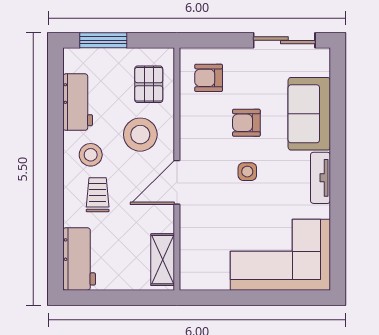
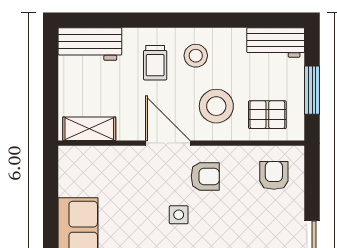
window: (103, 40) -> (312, 90), moved
workbench: (78, 102) -> (276, 42), moved
armchair: (246, 123) -> (205, 176), moved, turned 90
trolley: (98, 195) -> (155, 63), turned 90

